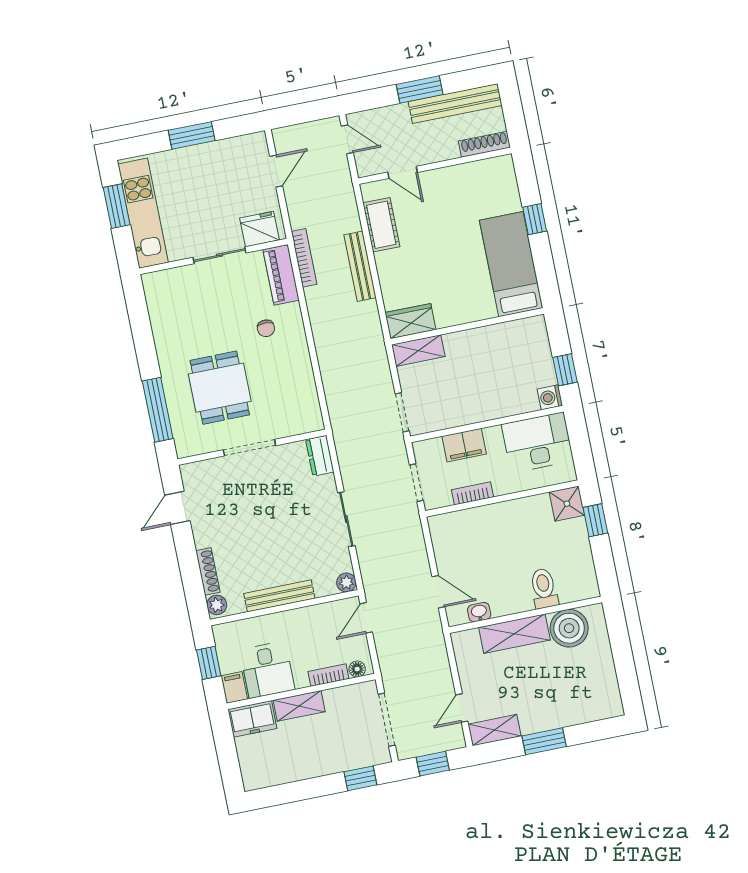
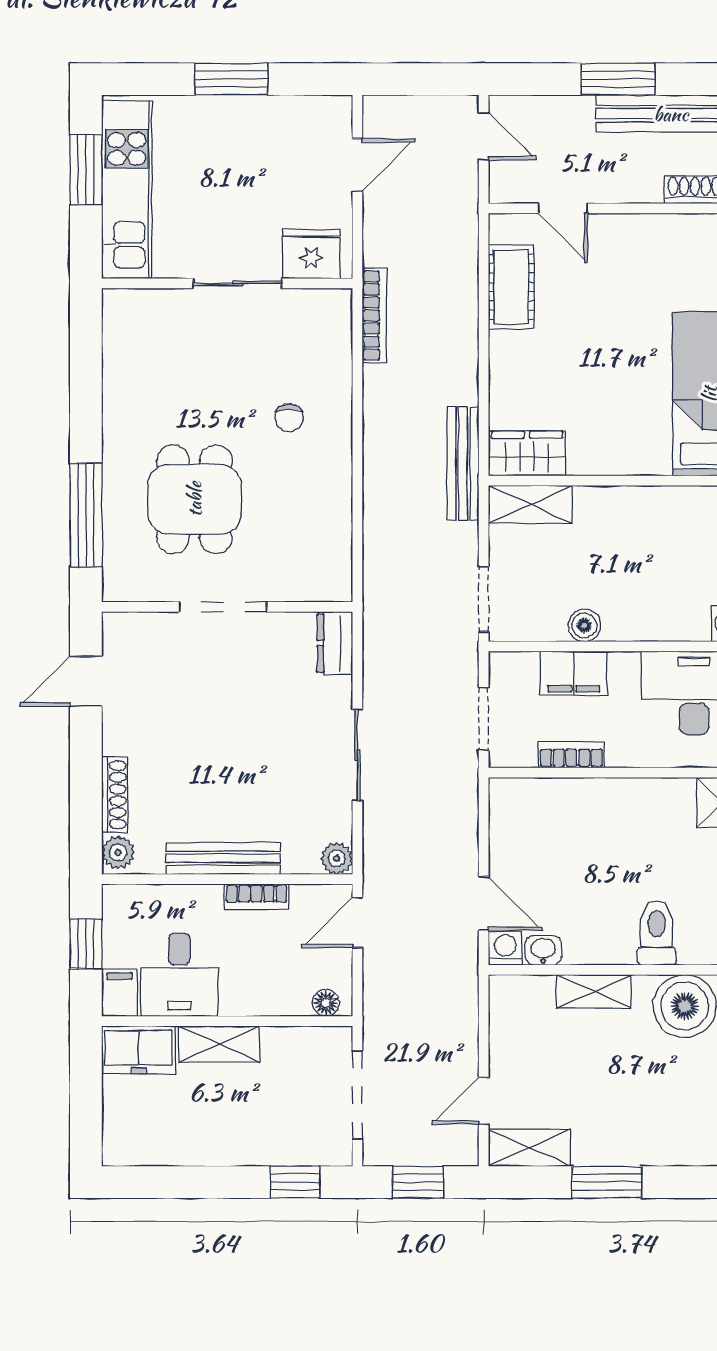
bench: (360, 266) -> (463, 463), moved
piano: (281, 275) -> (331, 336), removed
boiler: (465, 416) -> (584, 625), added
washing machine: (456, 615) -> (505, 948), added
shelving: (514, 634) -> (594, 991), width x0.67, depth x0.75
bookcase: (328, 675) -> (256, 897), moved, turned 180

